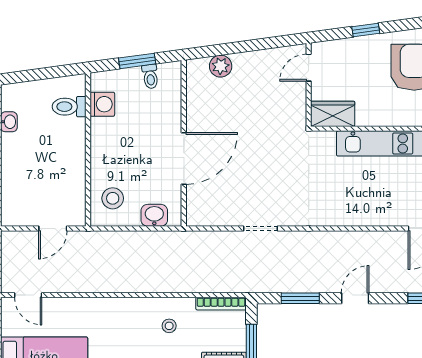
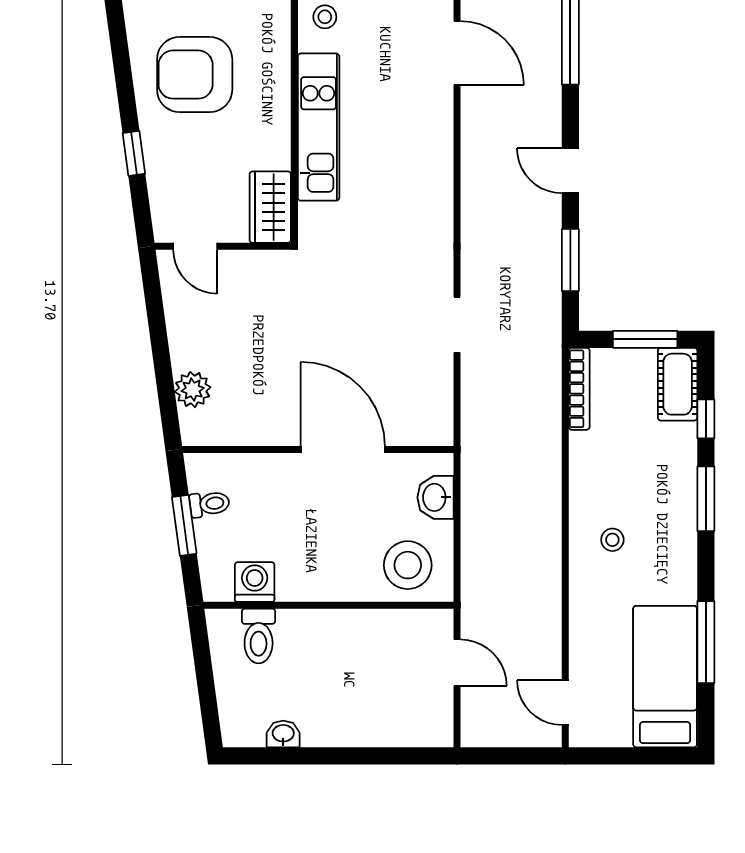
stool: (113, 198) -> (408, 565), width x1.38, depth x1.38
door: (28, 295) -> (565, 703), swing flipped
stool: (169, 326) -> (612, 540), moved

